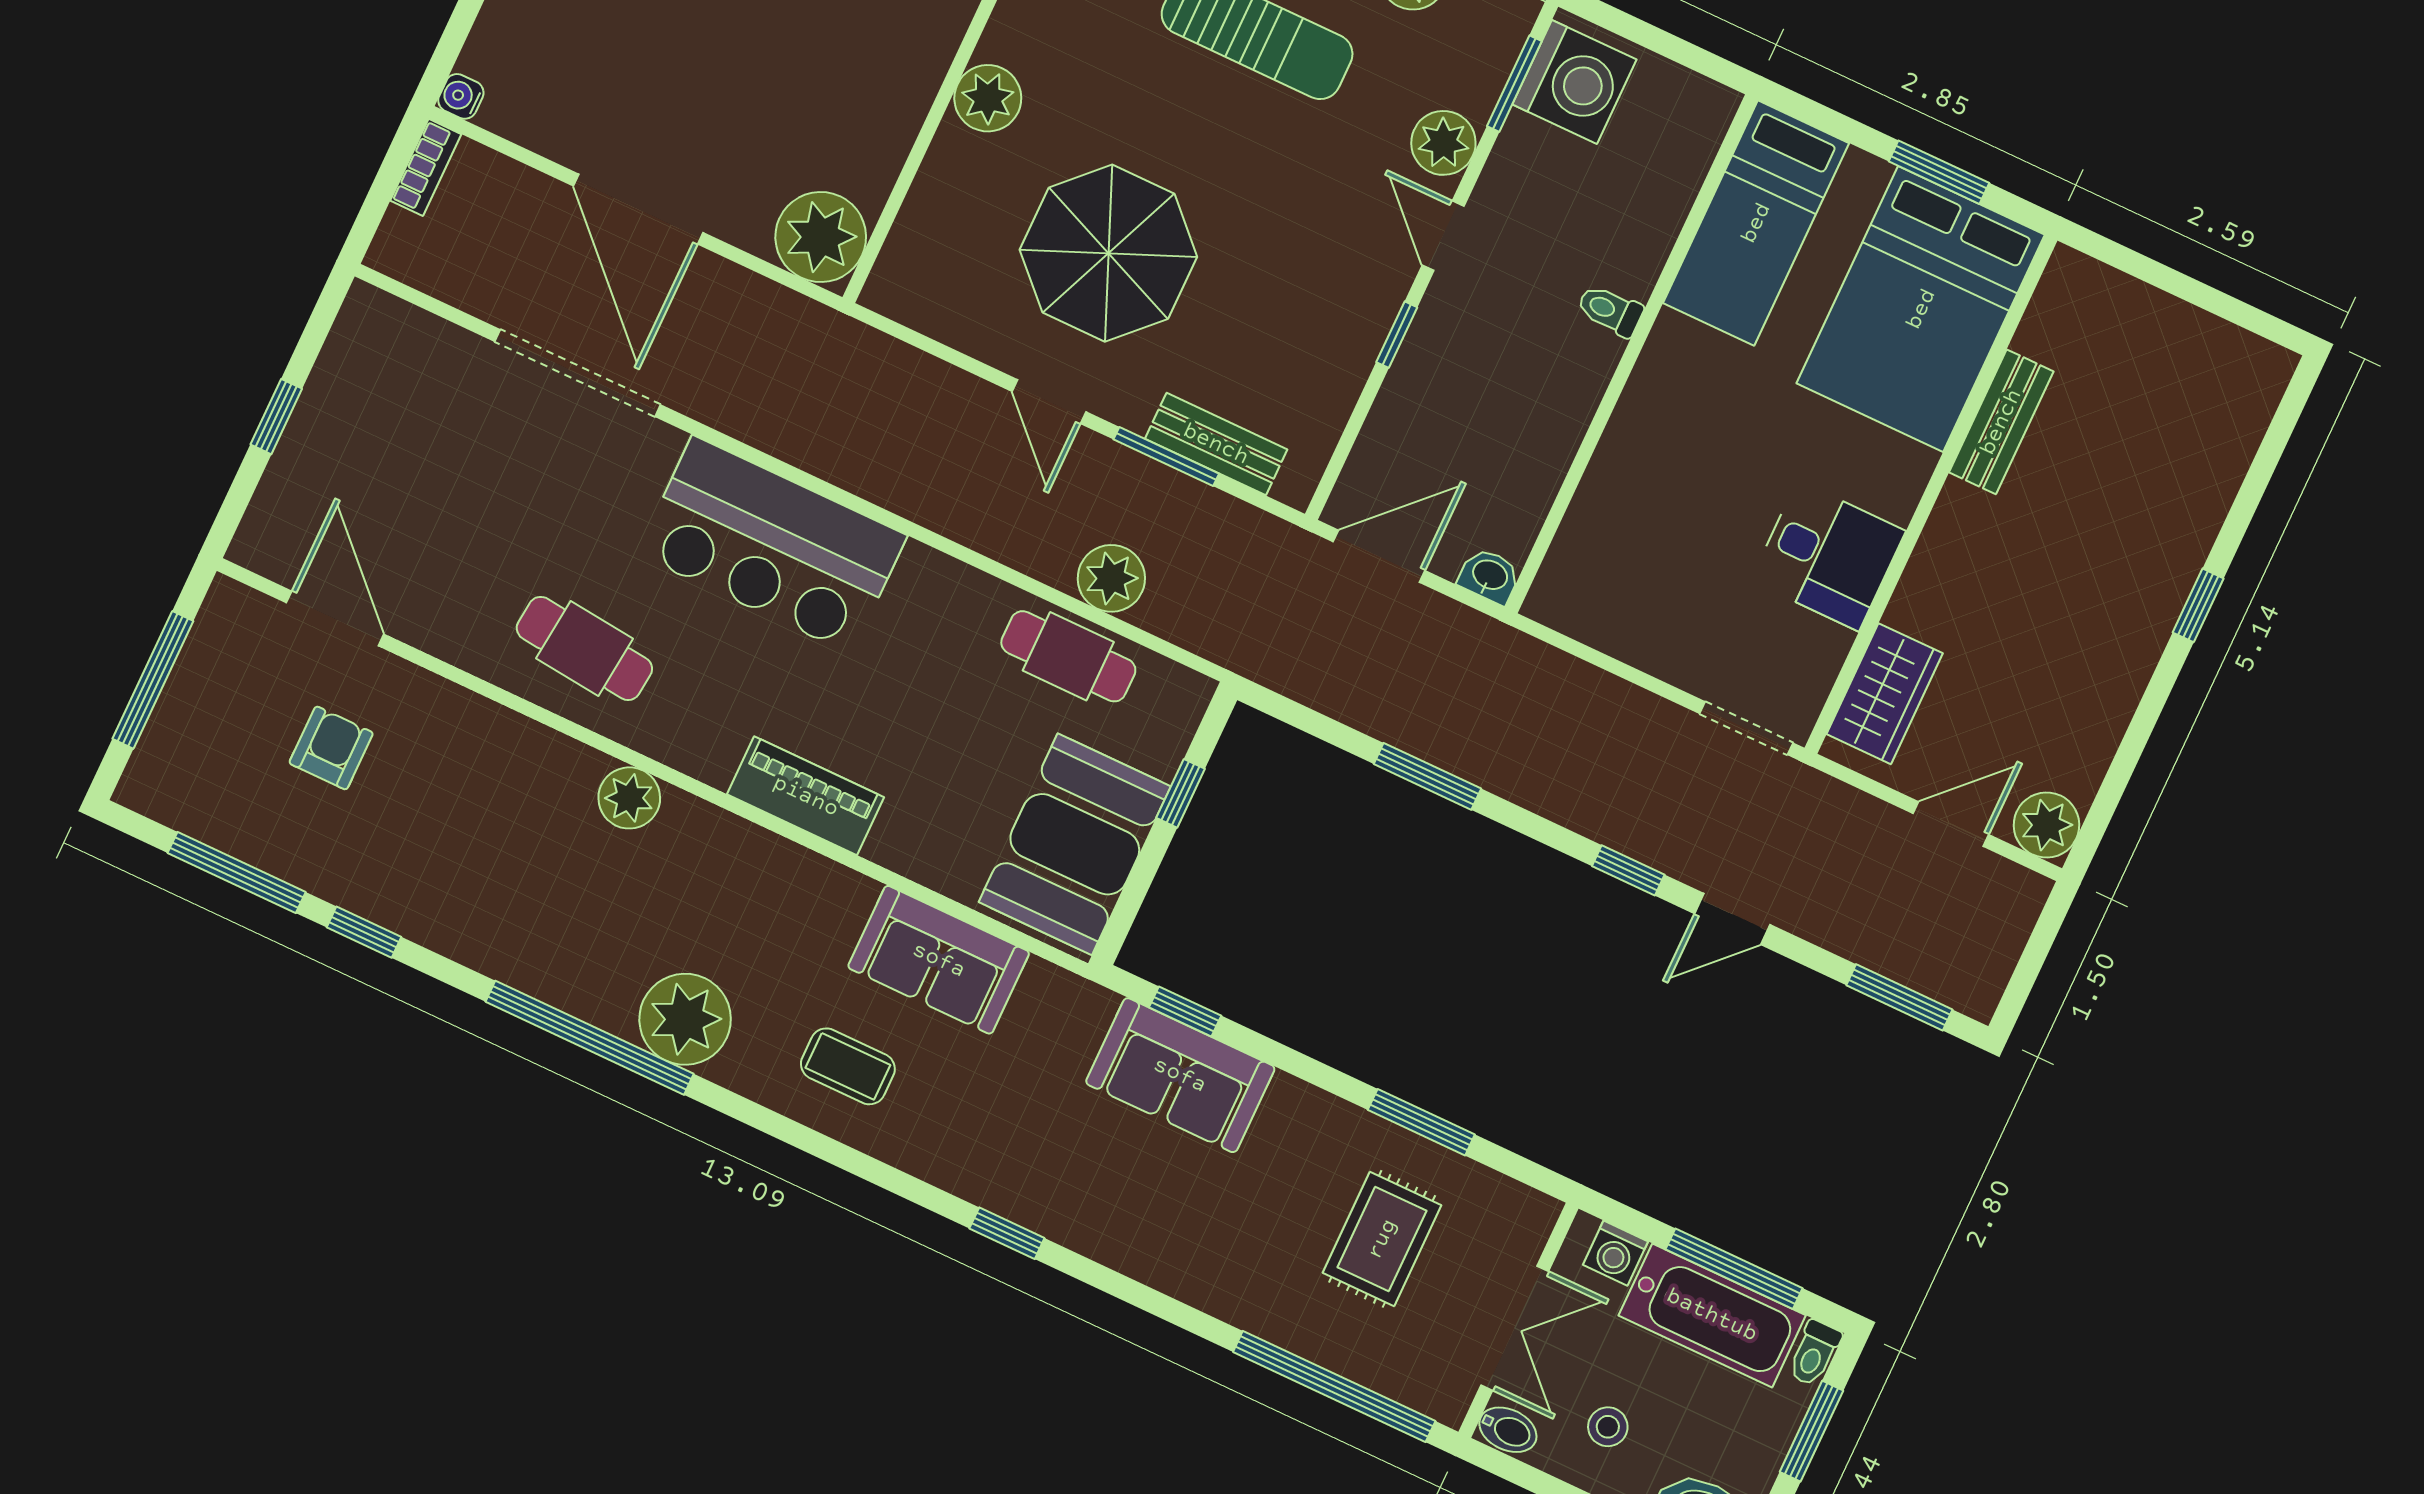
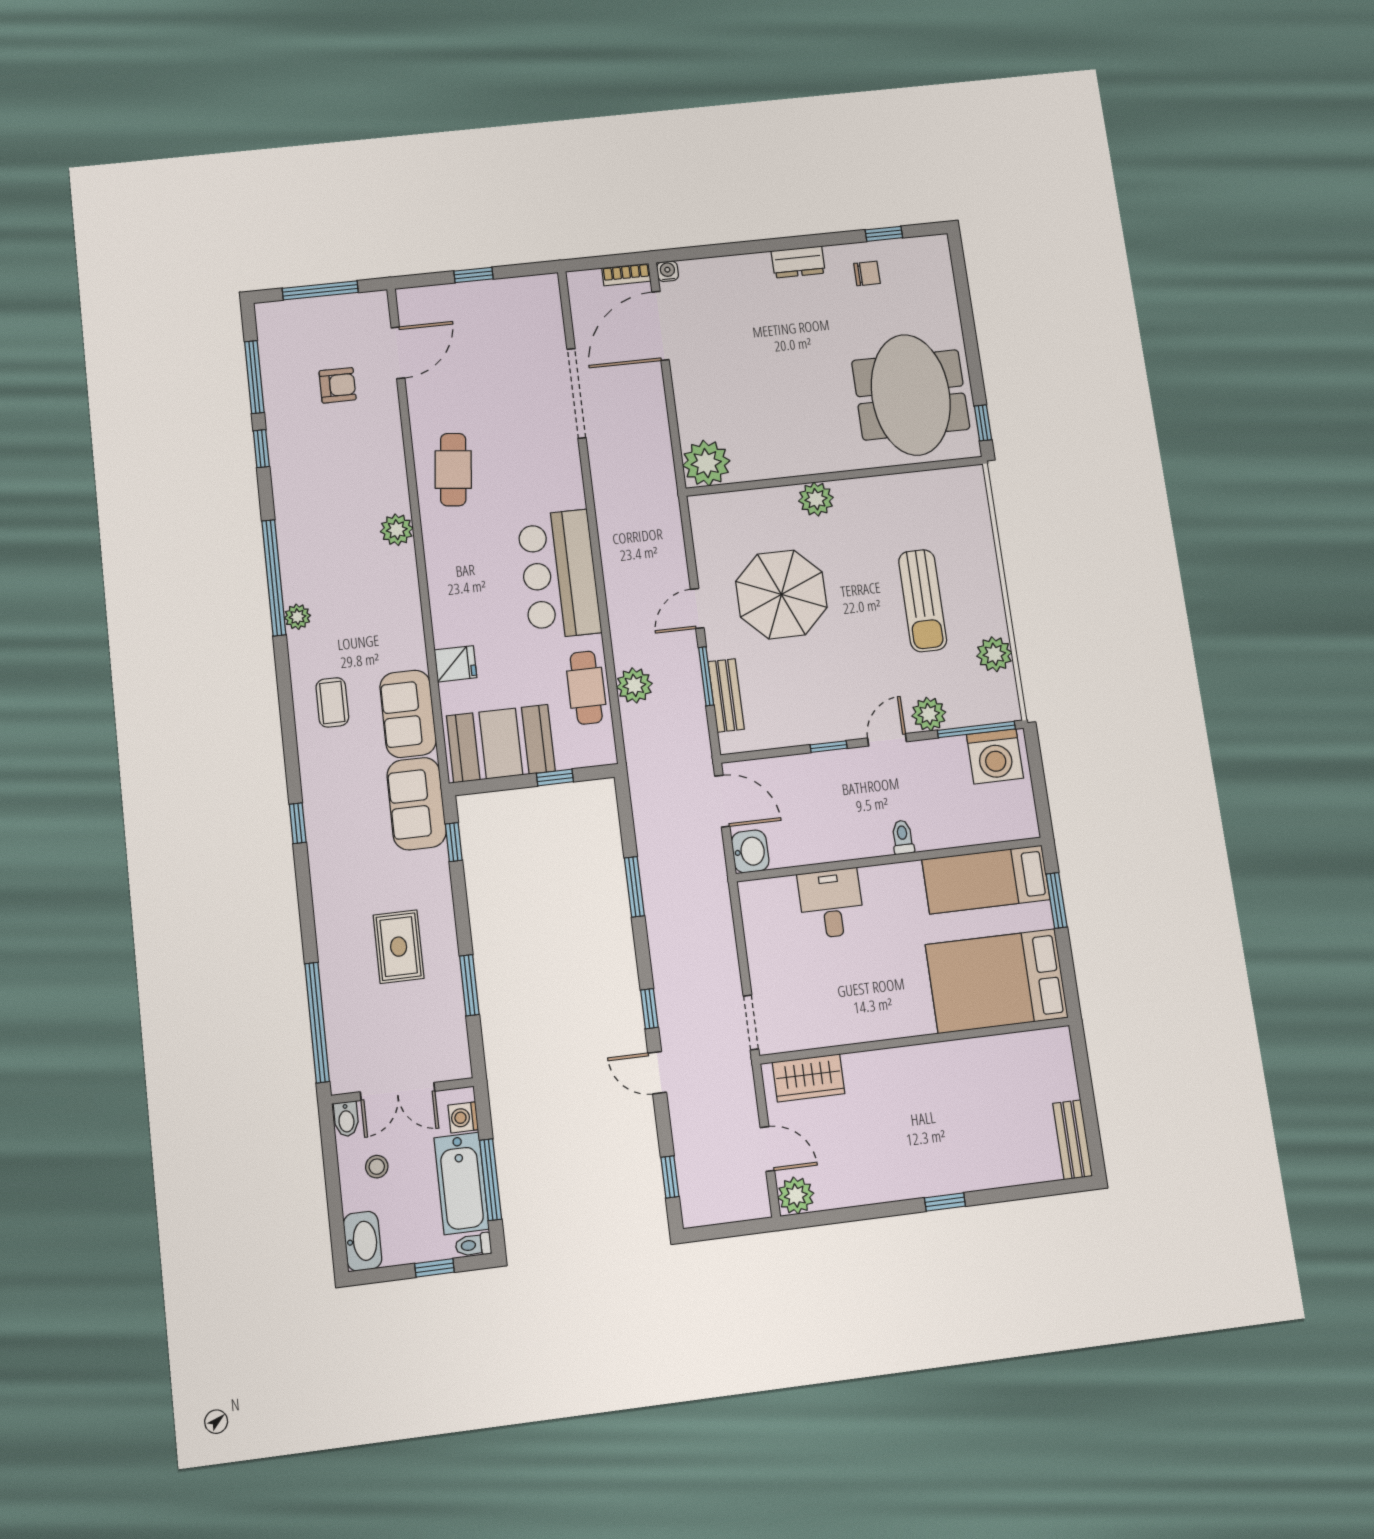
window: (1514, 84) -> (976, 730), width x1.44
window: (1939, 172) -> (1057, 900), moved
door: (638, 209) -> (661, 326), moved
bench: (2001, 422) -> (1073, 1140), moved, turned 90
bar counter: (772, 545) -> (559, 574), moved
desk: (1828, 556) -> (831, 903), moved, turned 180
washbasin: (1490, 576) -> (750, 851), width x1.38, depth x1.45
piano: (806, 796) -> (447, 608), removed
fridge: (904, 837) -> (456, 664), added
window: (1899, 997) -> (670, 1177), width x0.67
plant: (685, 1019) -> (297, 617), width x0.53, depth x0.53
sofa: (1180, 1075) -> (416, 804), moved
rug: (1382, 1239) -> (399, 947), moved, turned 90
window: (1811, 1431) -> (434, 1268), width x0.67

